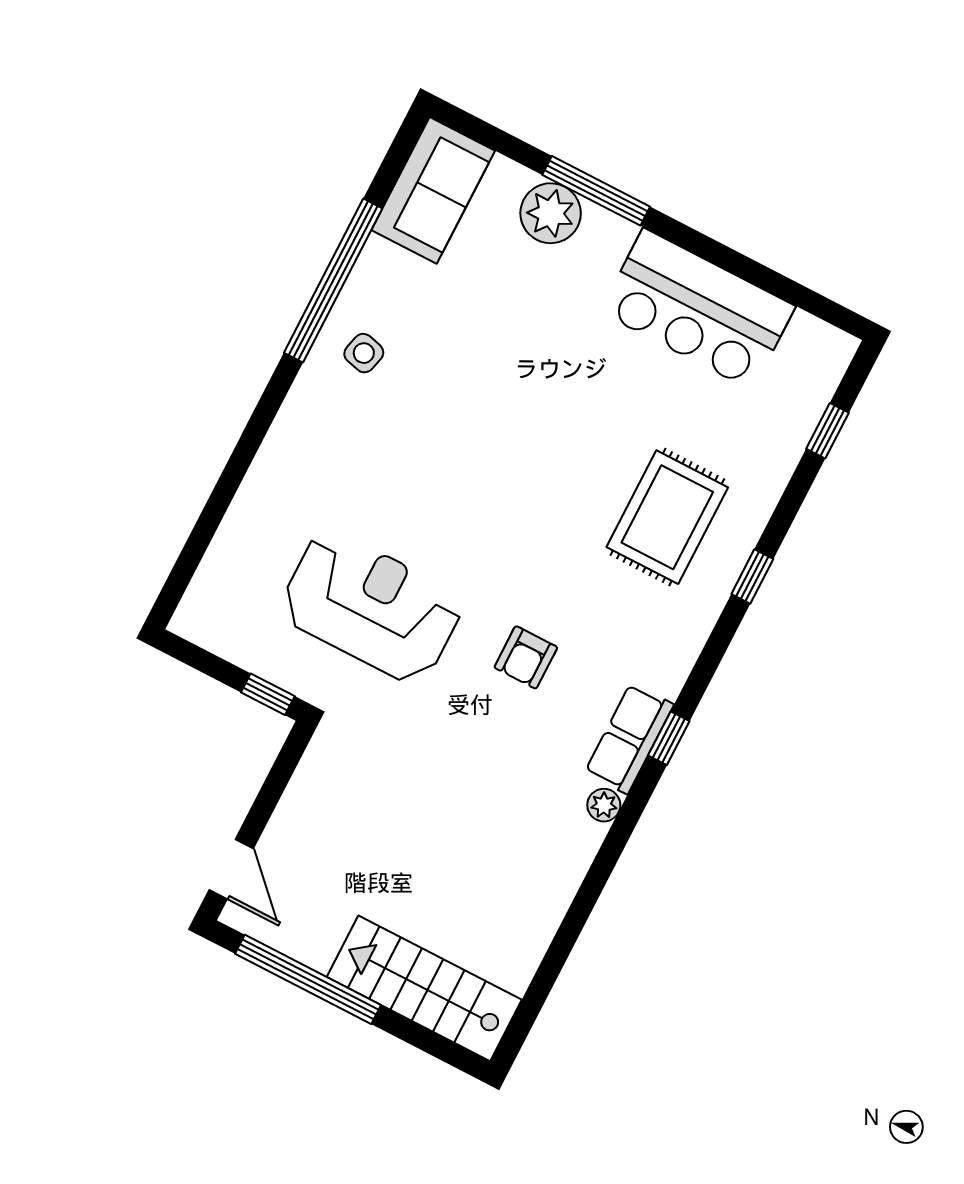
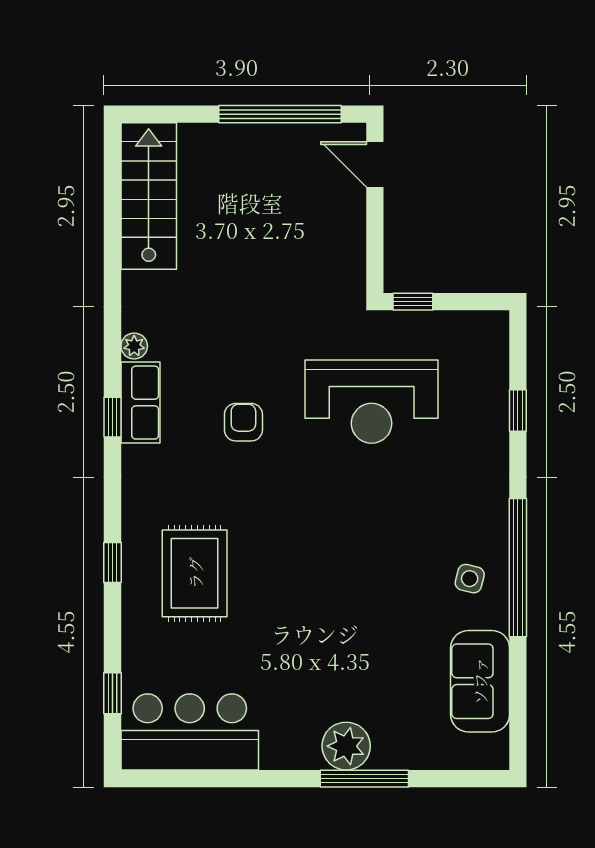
sofa: (433, 190) -> (480, 681), moved
plant: (551, 213) -> (346, 746), moved
window: (333, 281) -> (518, 568), moved
bar counter: (698, 309) -> (190, 732), moved
window: (213, 513) -> (518, 410), added
stairs: (424, 988) -> (149, 196), moved, turned -90

